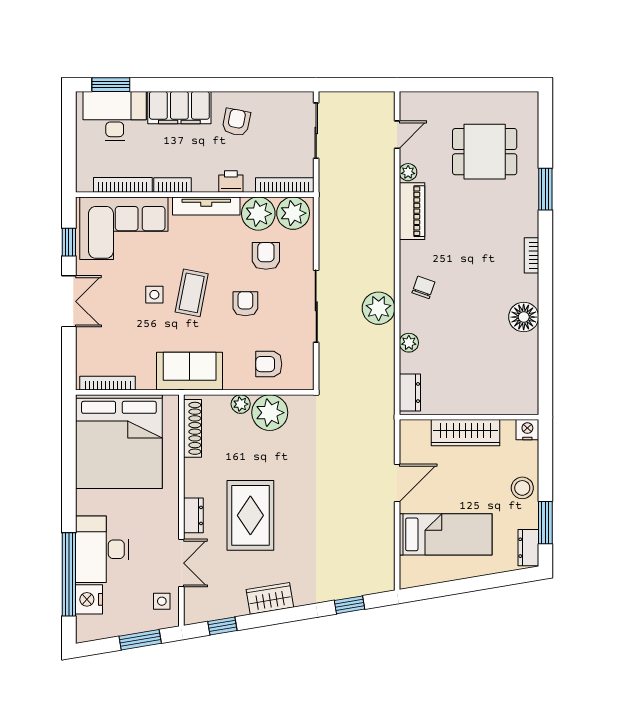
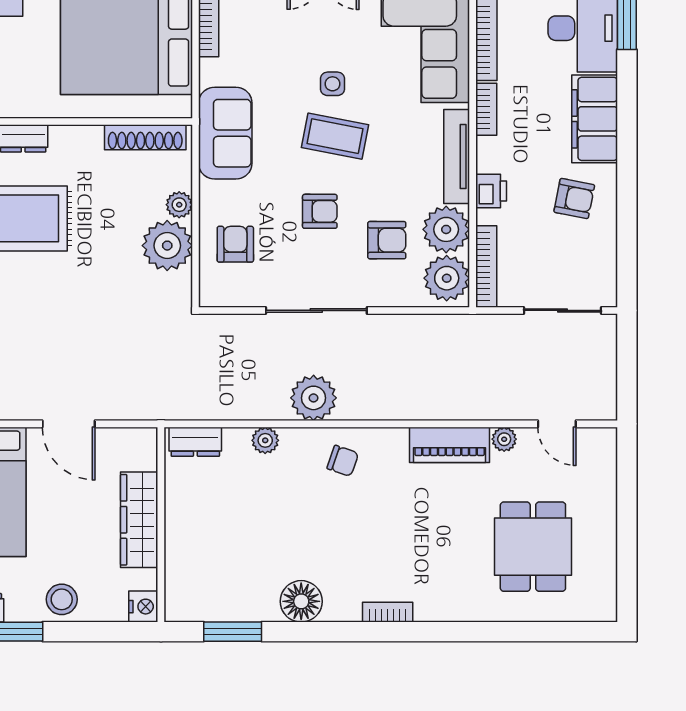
window: (545, 189) -> (233, 632), moved

